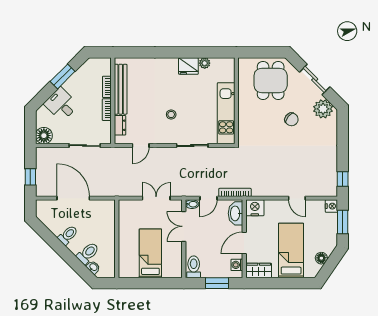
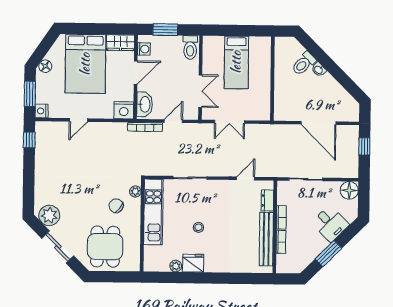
stool: (171, 114) -> (198, 227), moved
chair: (291, 119) -> (116, 206), moved
plant: (243, 132) -> (135, 191), added
door: (297, 198) -> (78, 120), swing flipped
bidet: (192, 204) -> (191, 115), removed
toilet: (68, 235) -> (325, 83), removed
bed: (291, 251) -> (85, 64), width x1.50
floor lamp: (321, 258) -> (45, 66), moved
washbasin: (93, 267) -> (319, 70), moved

